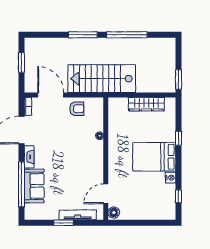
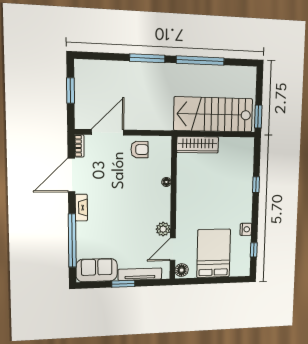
stairs: (102, 79) -> (213, 114), moved
door: (51, 95) -> (108, 132), hinge flipped
wardrobe: (146, 104) -> (198, 145), moved
bed: (154, 157) -> (214, 253), moved, turned 90
plant: (97, 176) -> (163, 229), added
sofa: (34, 186) -> (97, 270), moved, turned -90

